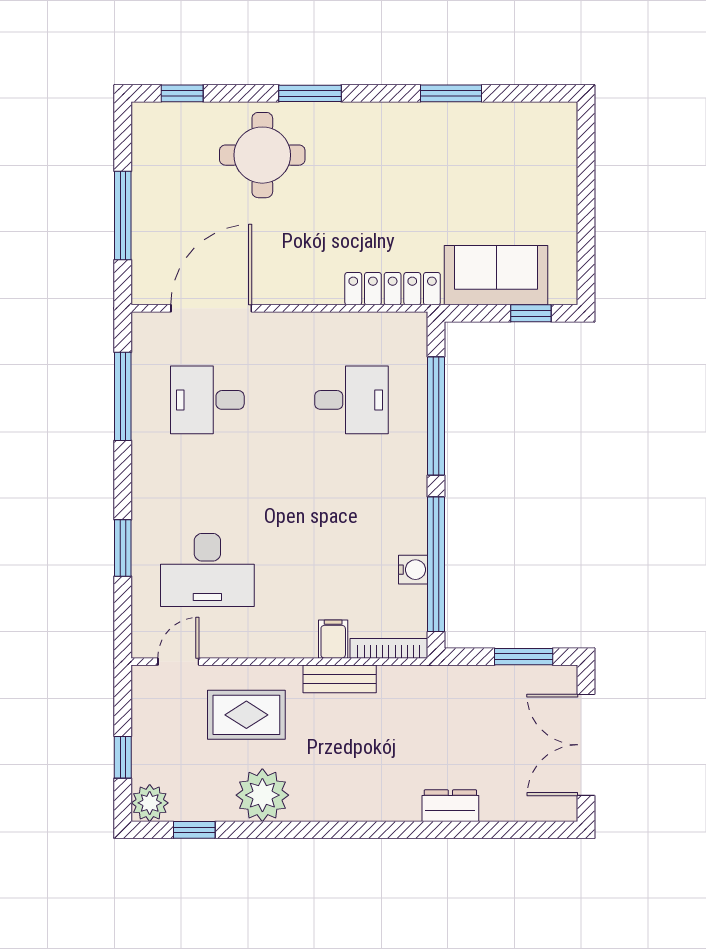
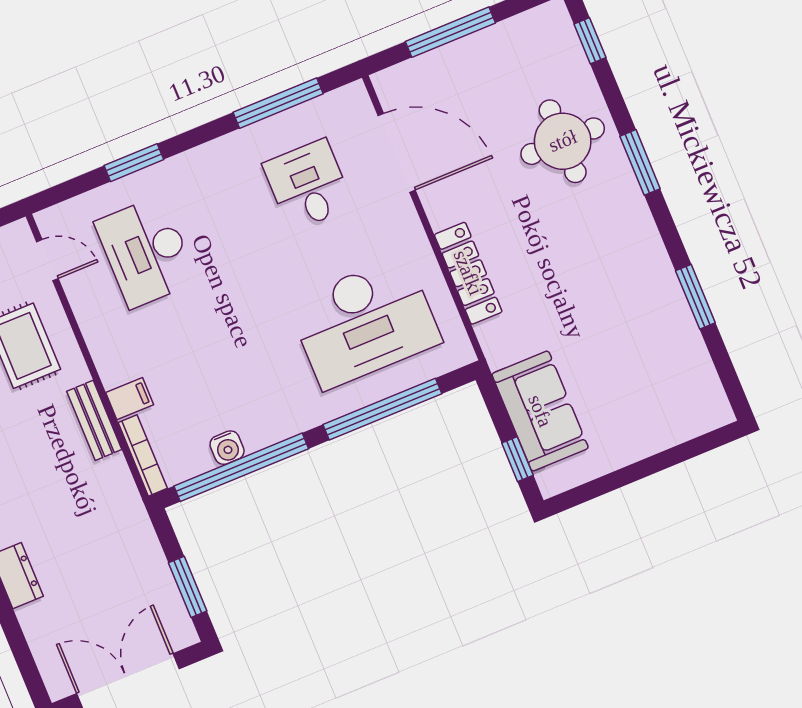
locker: (393, 289) -> (468, 273), moved
desk: (351, 400) -> (364, 322), width x1.87, depth x1.30

